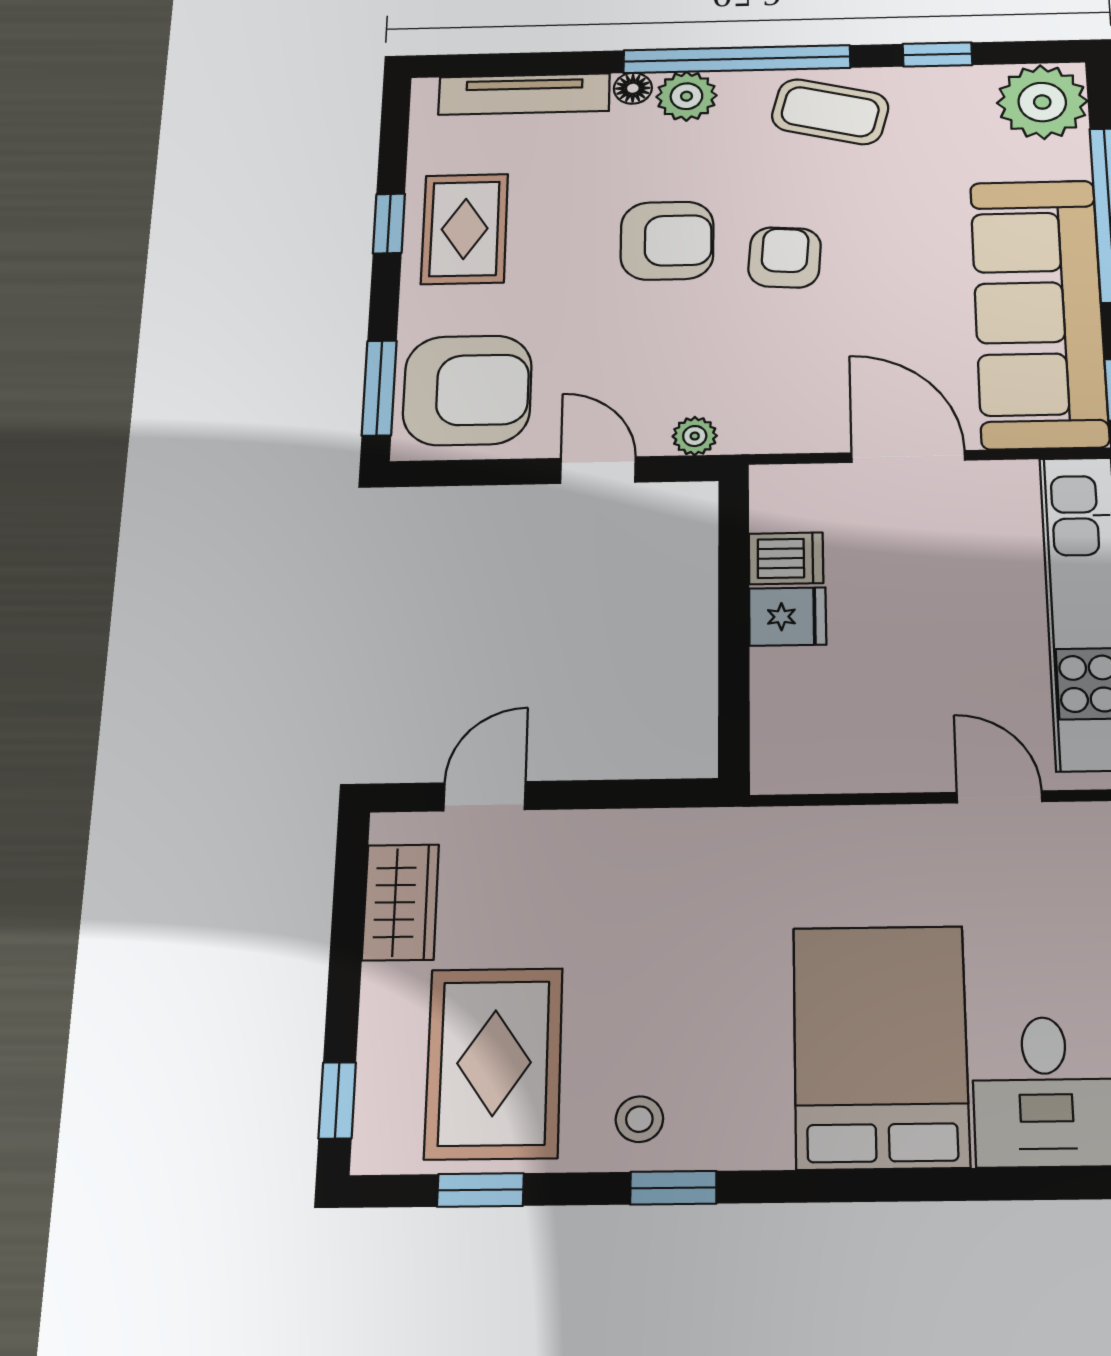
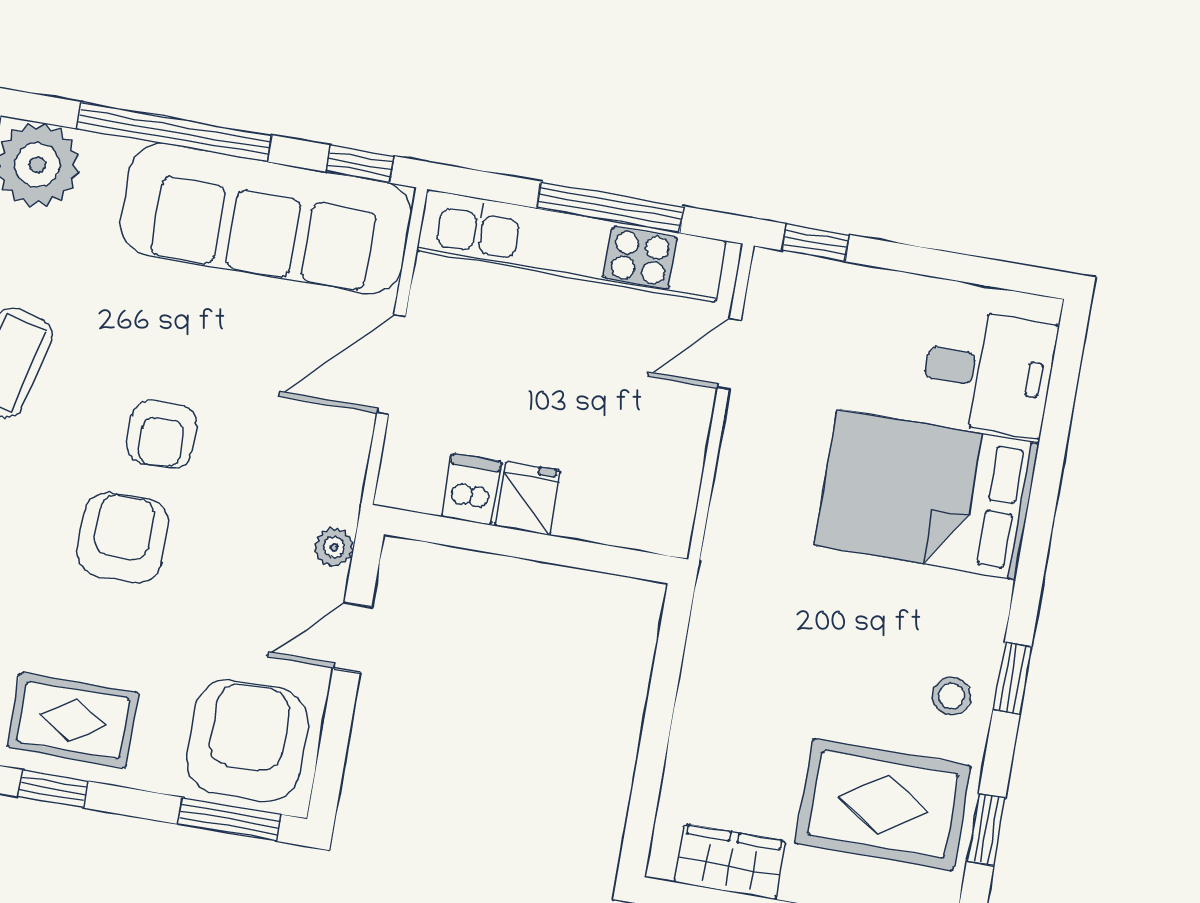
armchair: (785, 257) -> (162, 434), turned -94
door: (485, 796) -> (648, 780), removed

